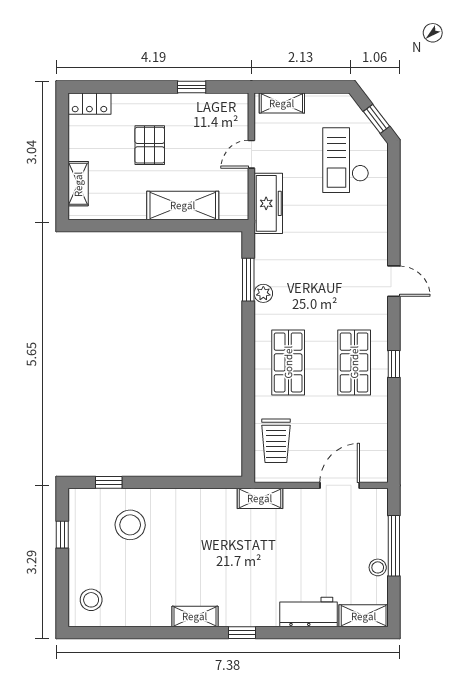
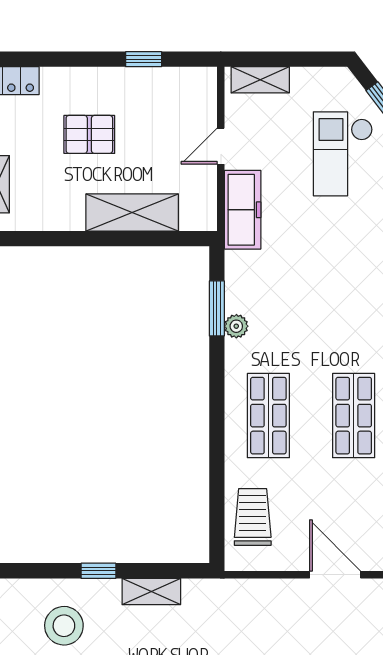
pallet: (150, 145) -> (89, 134), turned 90
trolley: (276, 441) -> (253, 517), turned 180
window: (109, 482) -> (98, 571), moved
door: (340, 485) -> (335, 575), hinge flipped
shelving: (260, 498) -> (151, 591), moved

